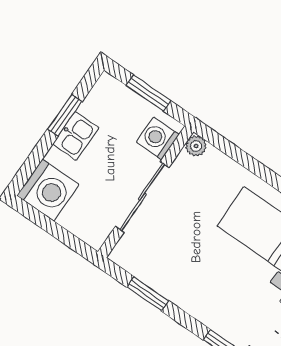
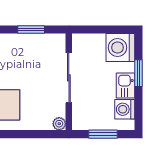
window: (65, 115) -> (138, 73), moved
washing machine: (158, 138) -> (125, 109), moved, turned 180

